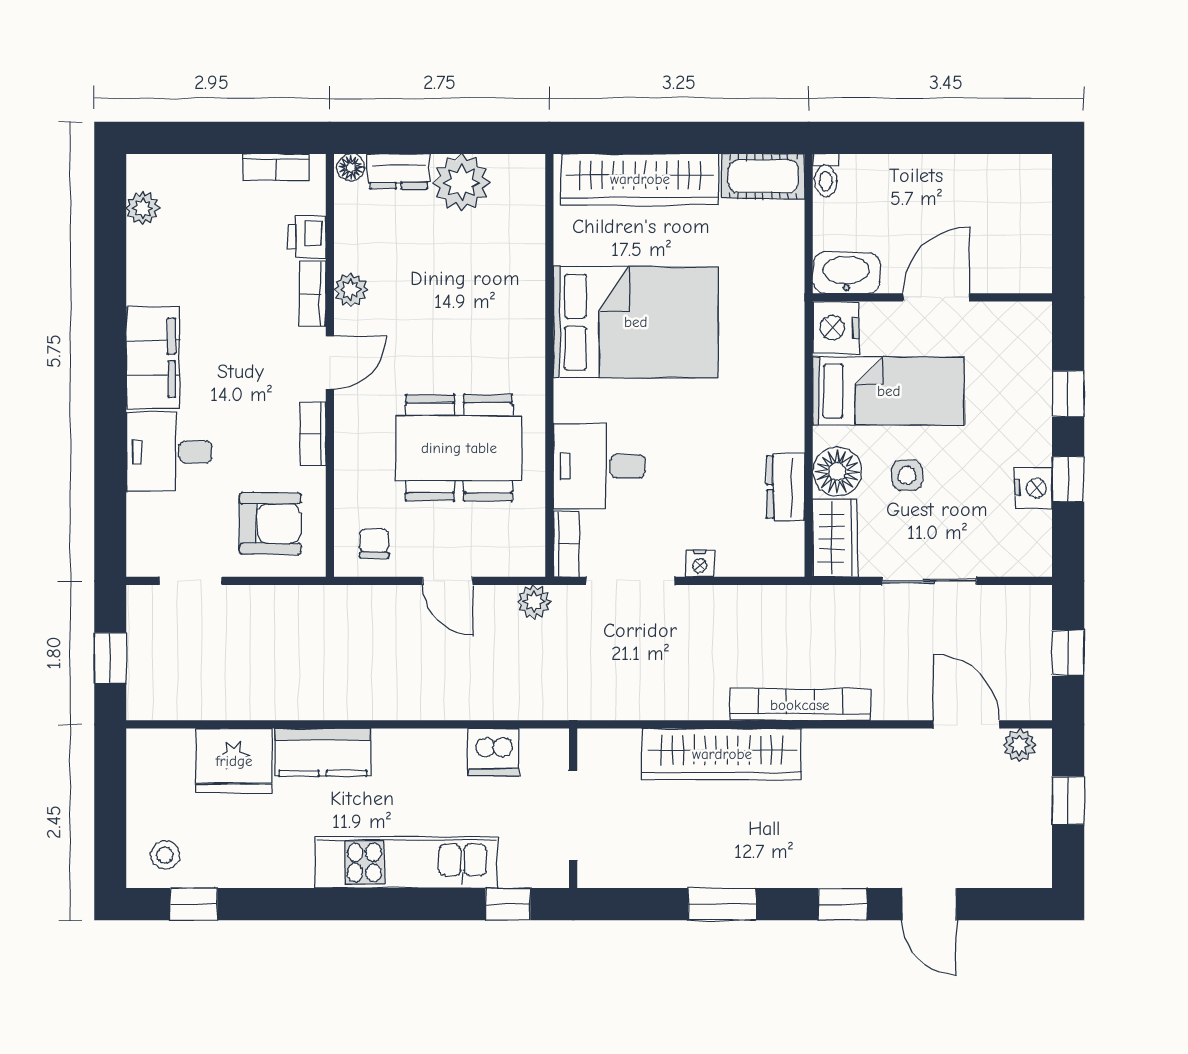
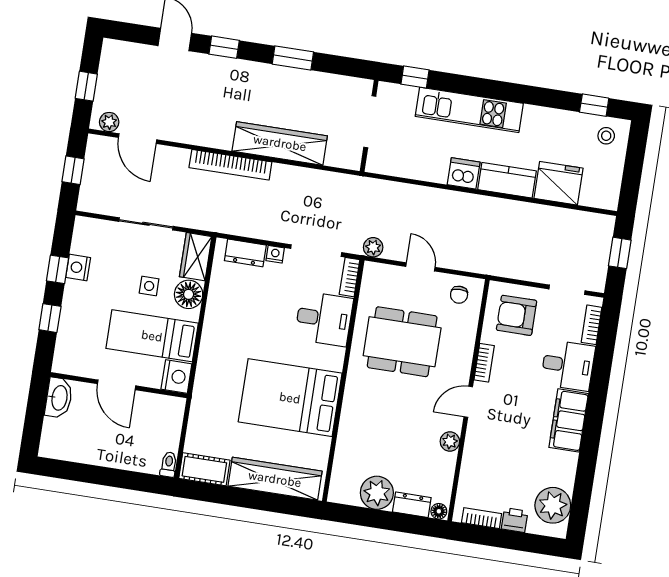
plant: (143, 208) -> (553, 505), width x1.88, depth x1.88
printer: (307, 237) -> (515, 520), moved, turned -90
washbasin: (846, 273) -> (59, 398), moved, turned -90
bookcase: (313, 294) -> (592, 325), moved, turned 180
door: (936, 297) -> (117, 385), hinge flipped
dresser: (786, 487) -> (245, 253), moved, turned 90
dishwasher: (494, 752) -> (464, 173), moved

